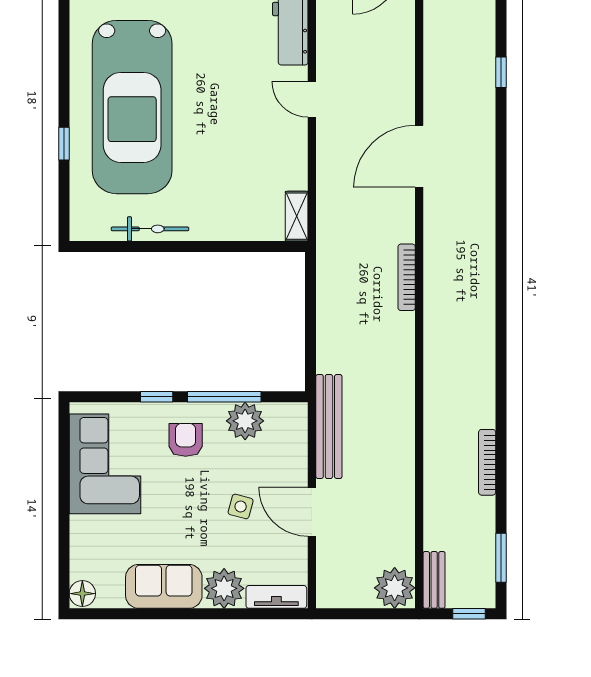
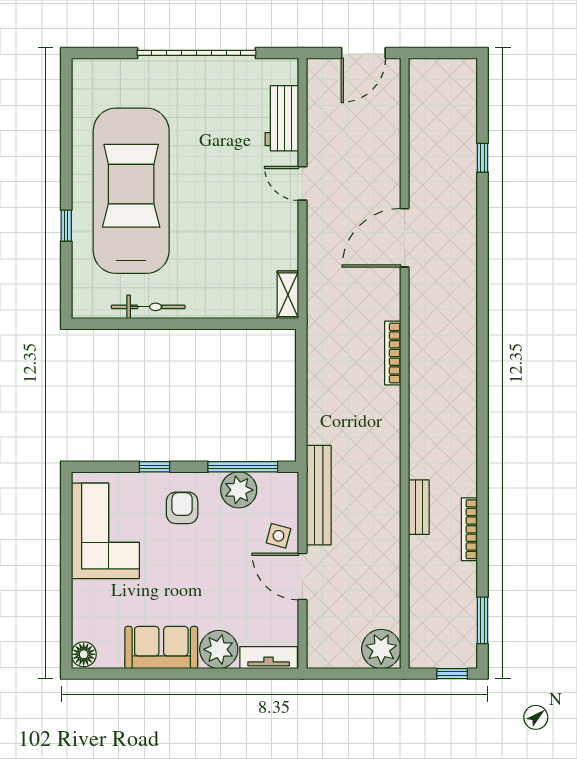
car: (132, 107) -> (131, 191), turned 180
window: (224, 397) -> (243, 467), moved
side table: (241, 506) -> (278, 536), moved
bench: (434, 580) -> (419, 507), moved

